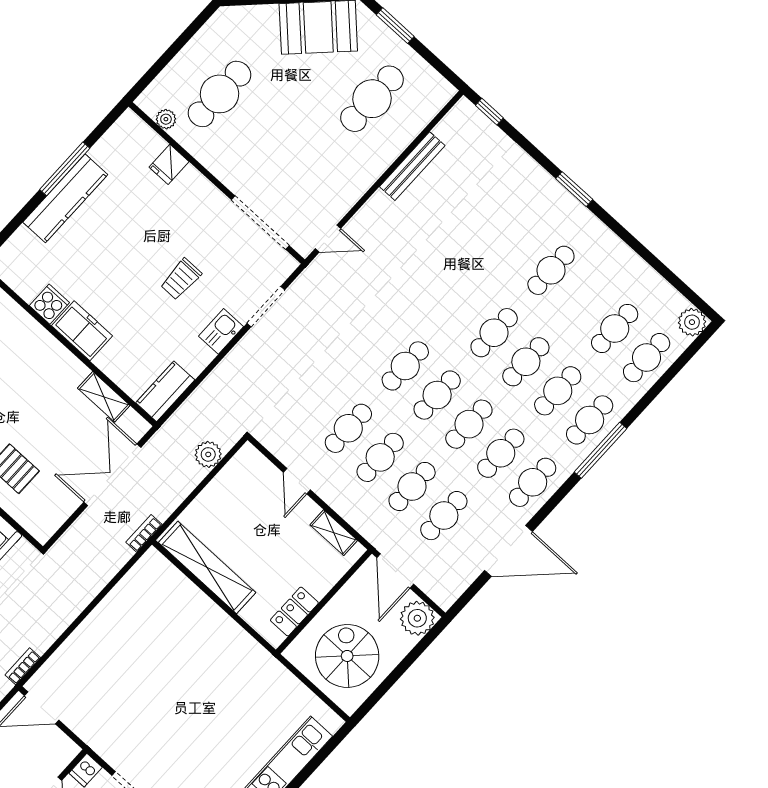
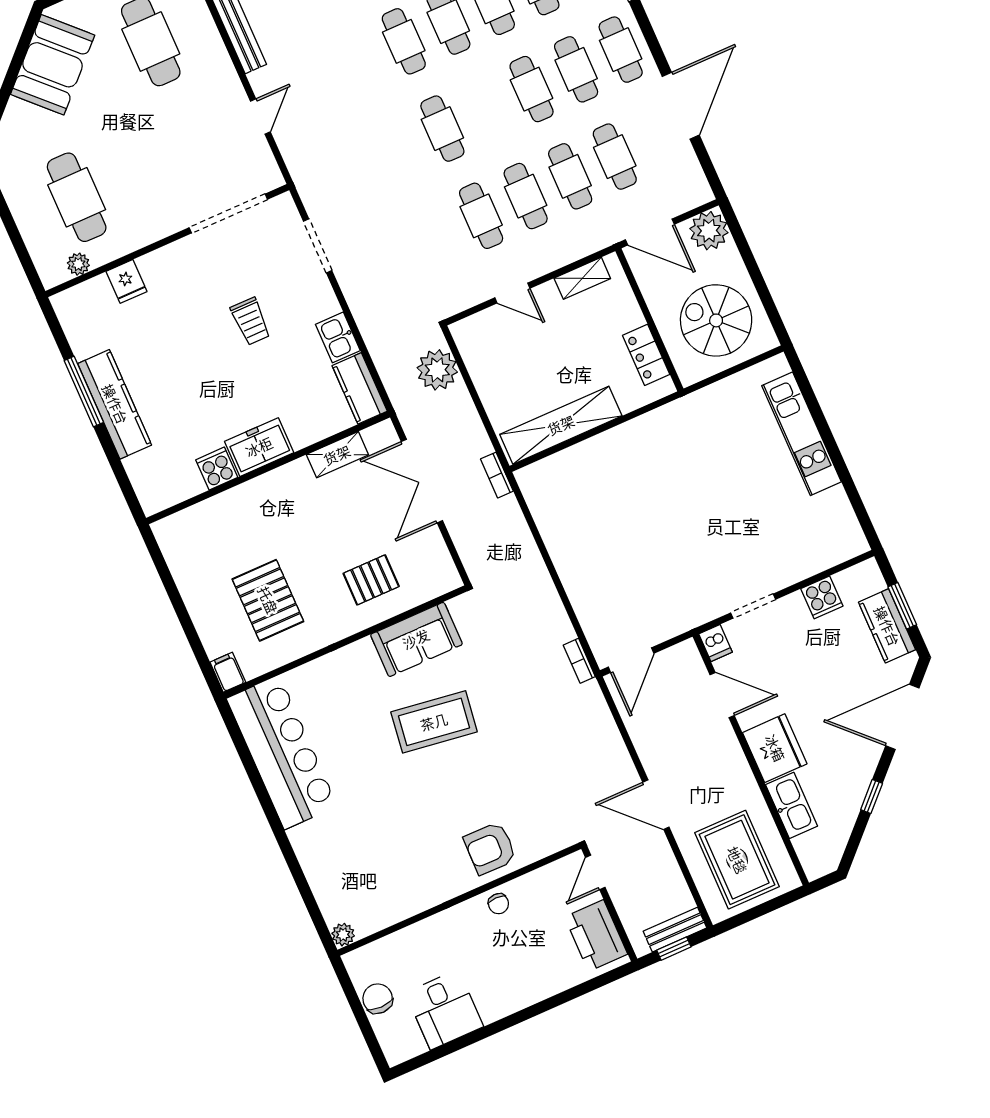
door: (328, 239) -> (260, 117), moved
kitchen sink: (221, 331) -> (338, 337), moved
cafe table: (437, 395) -> (404, 41), moved
plant: (208, 454) -> (437, 370), width x1.36, depth x1.36

